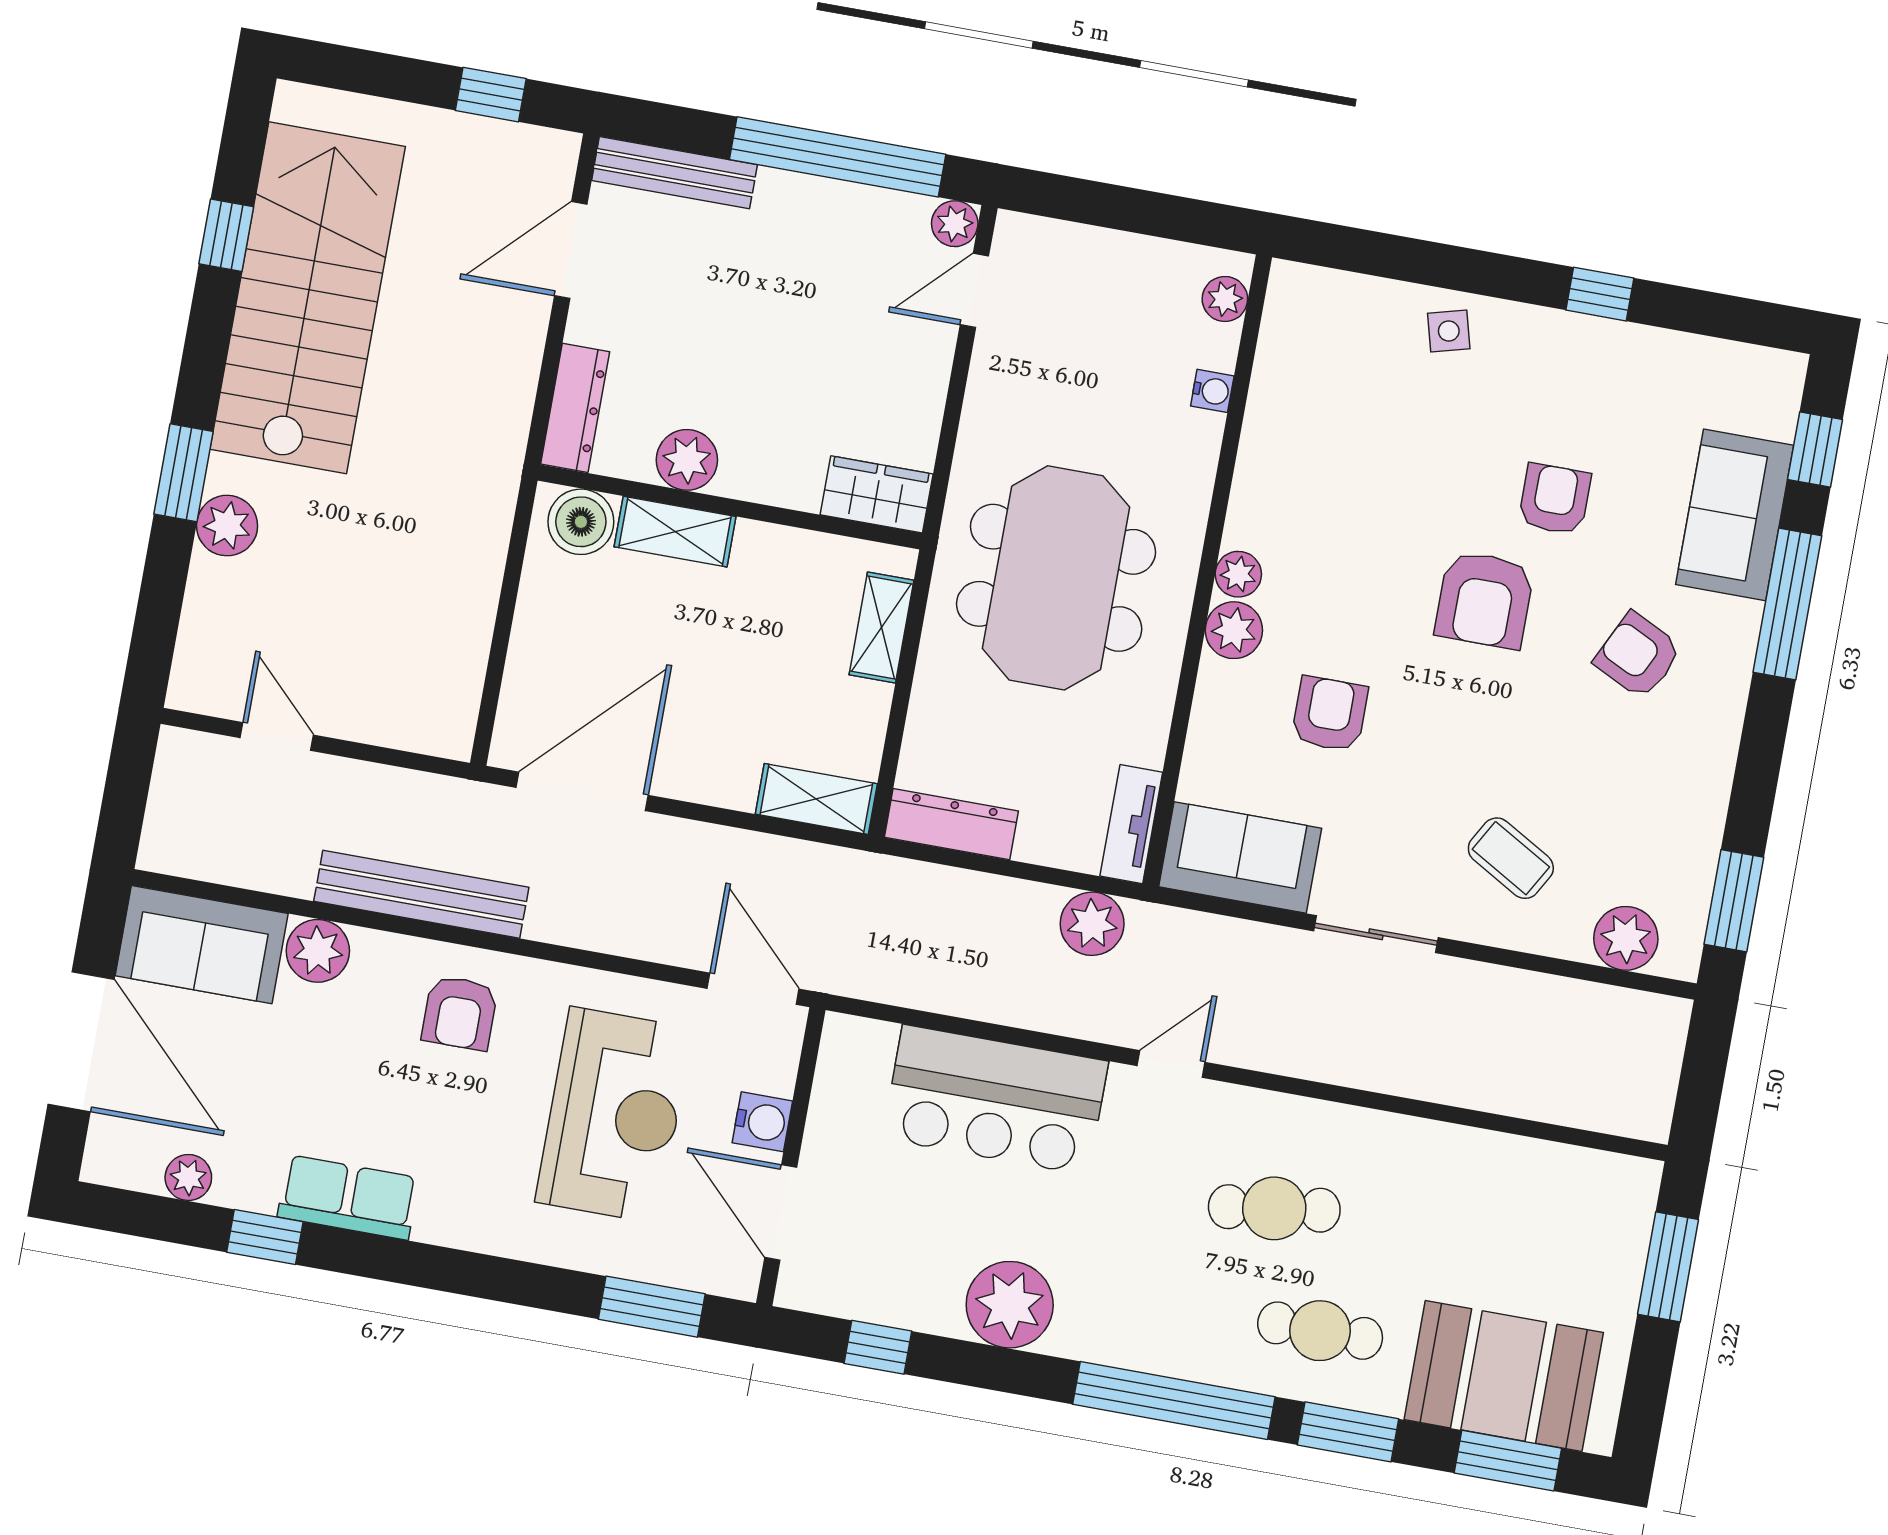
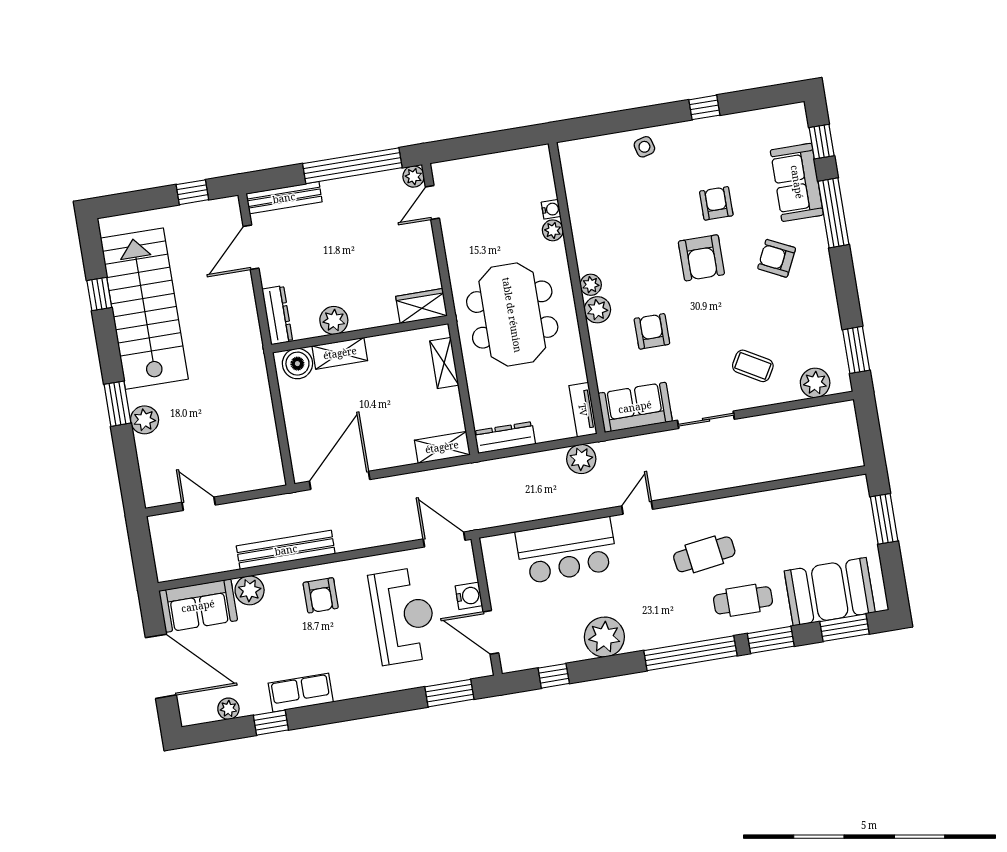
plant: (1225, 299) -> (553, 230), moved

